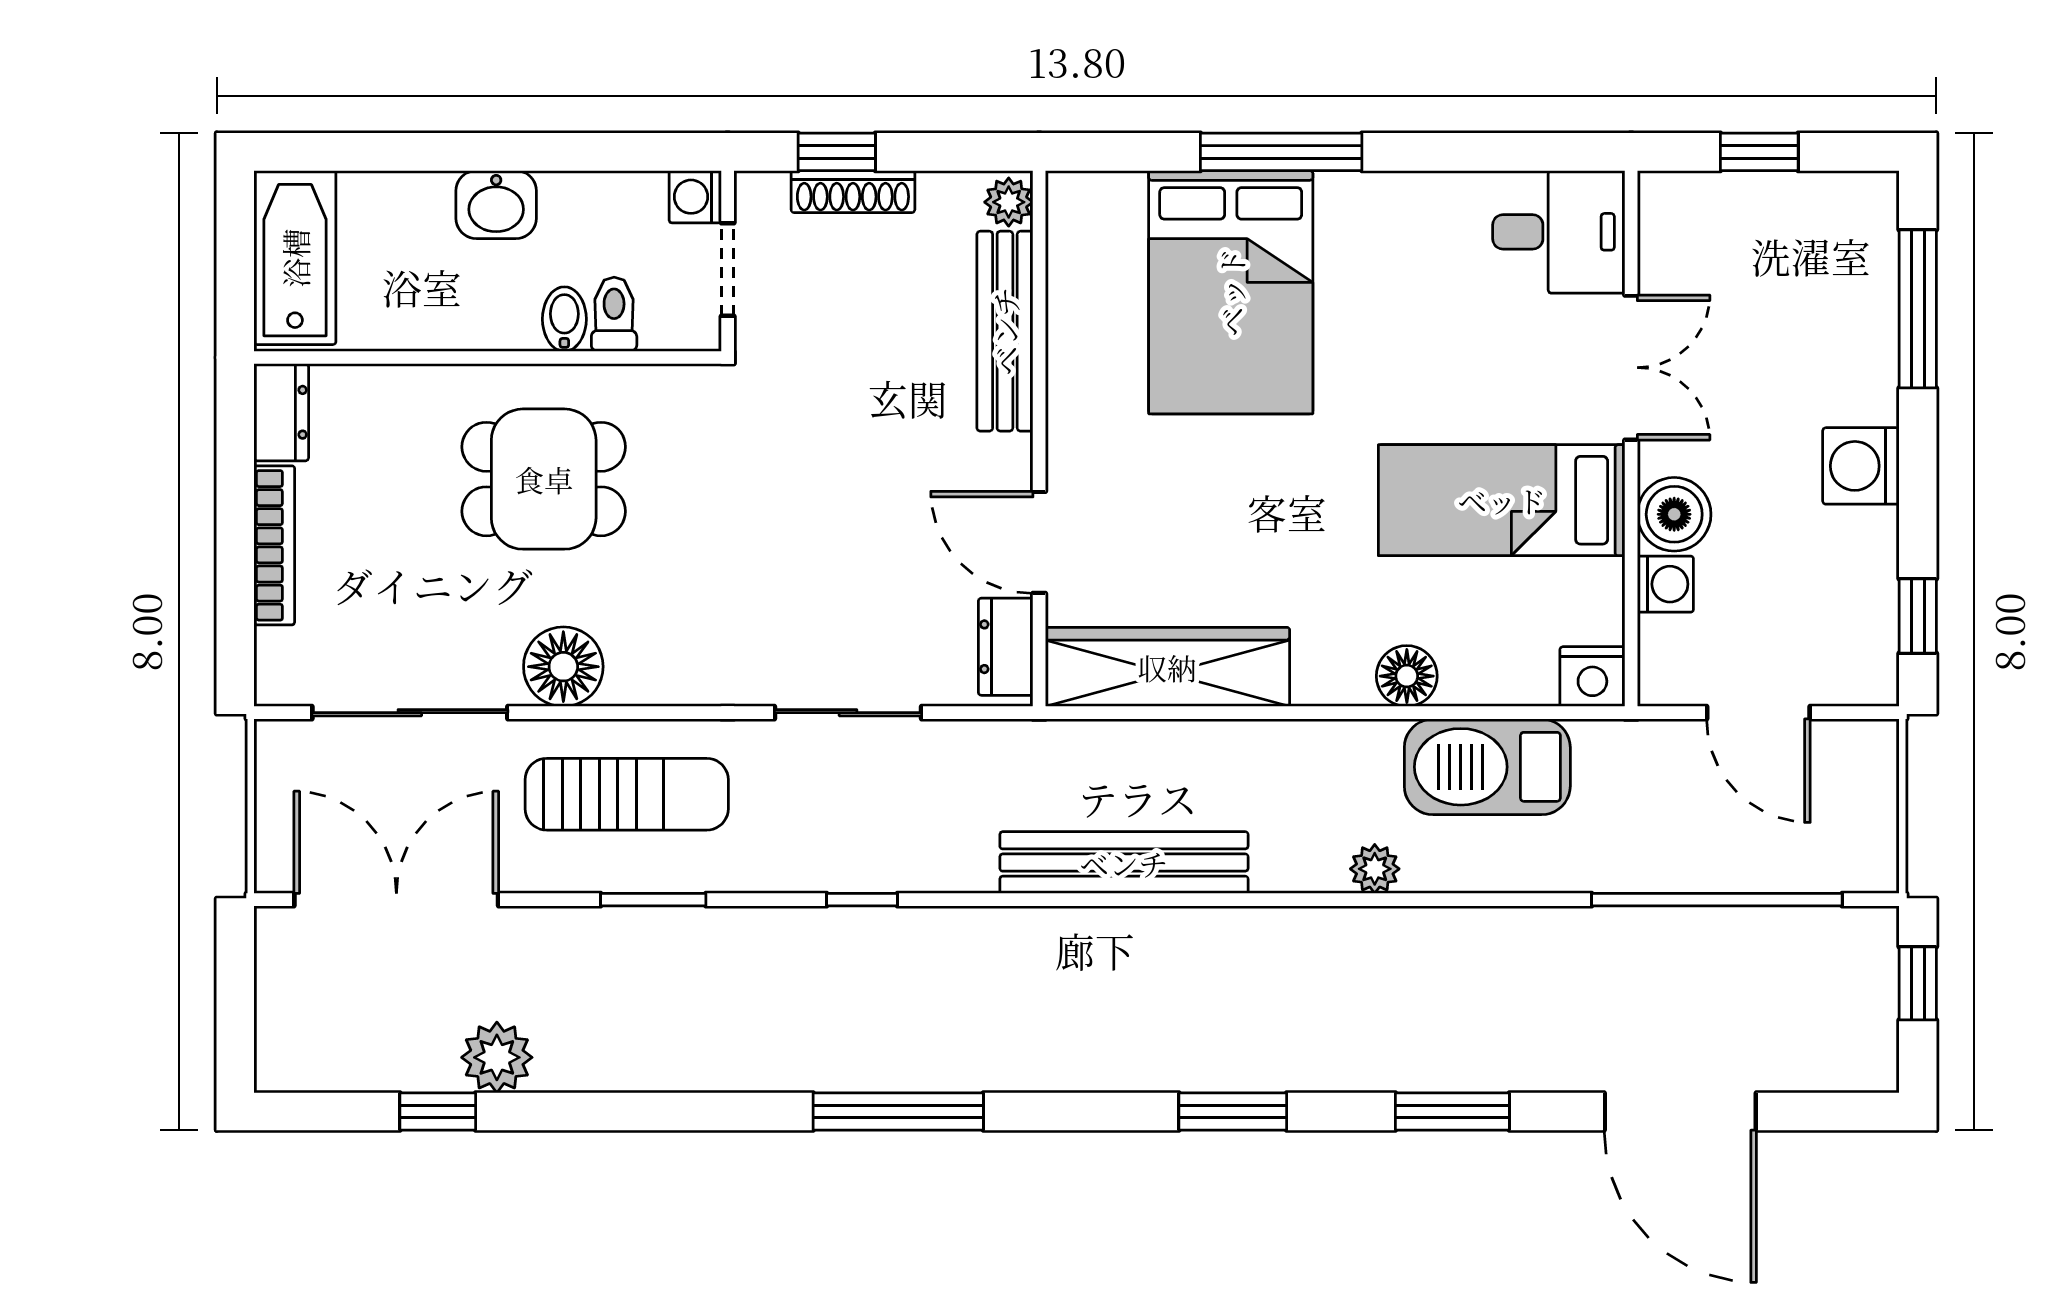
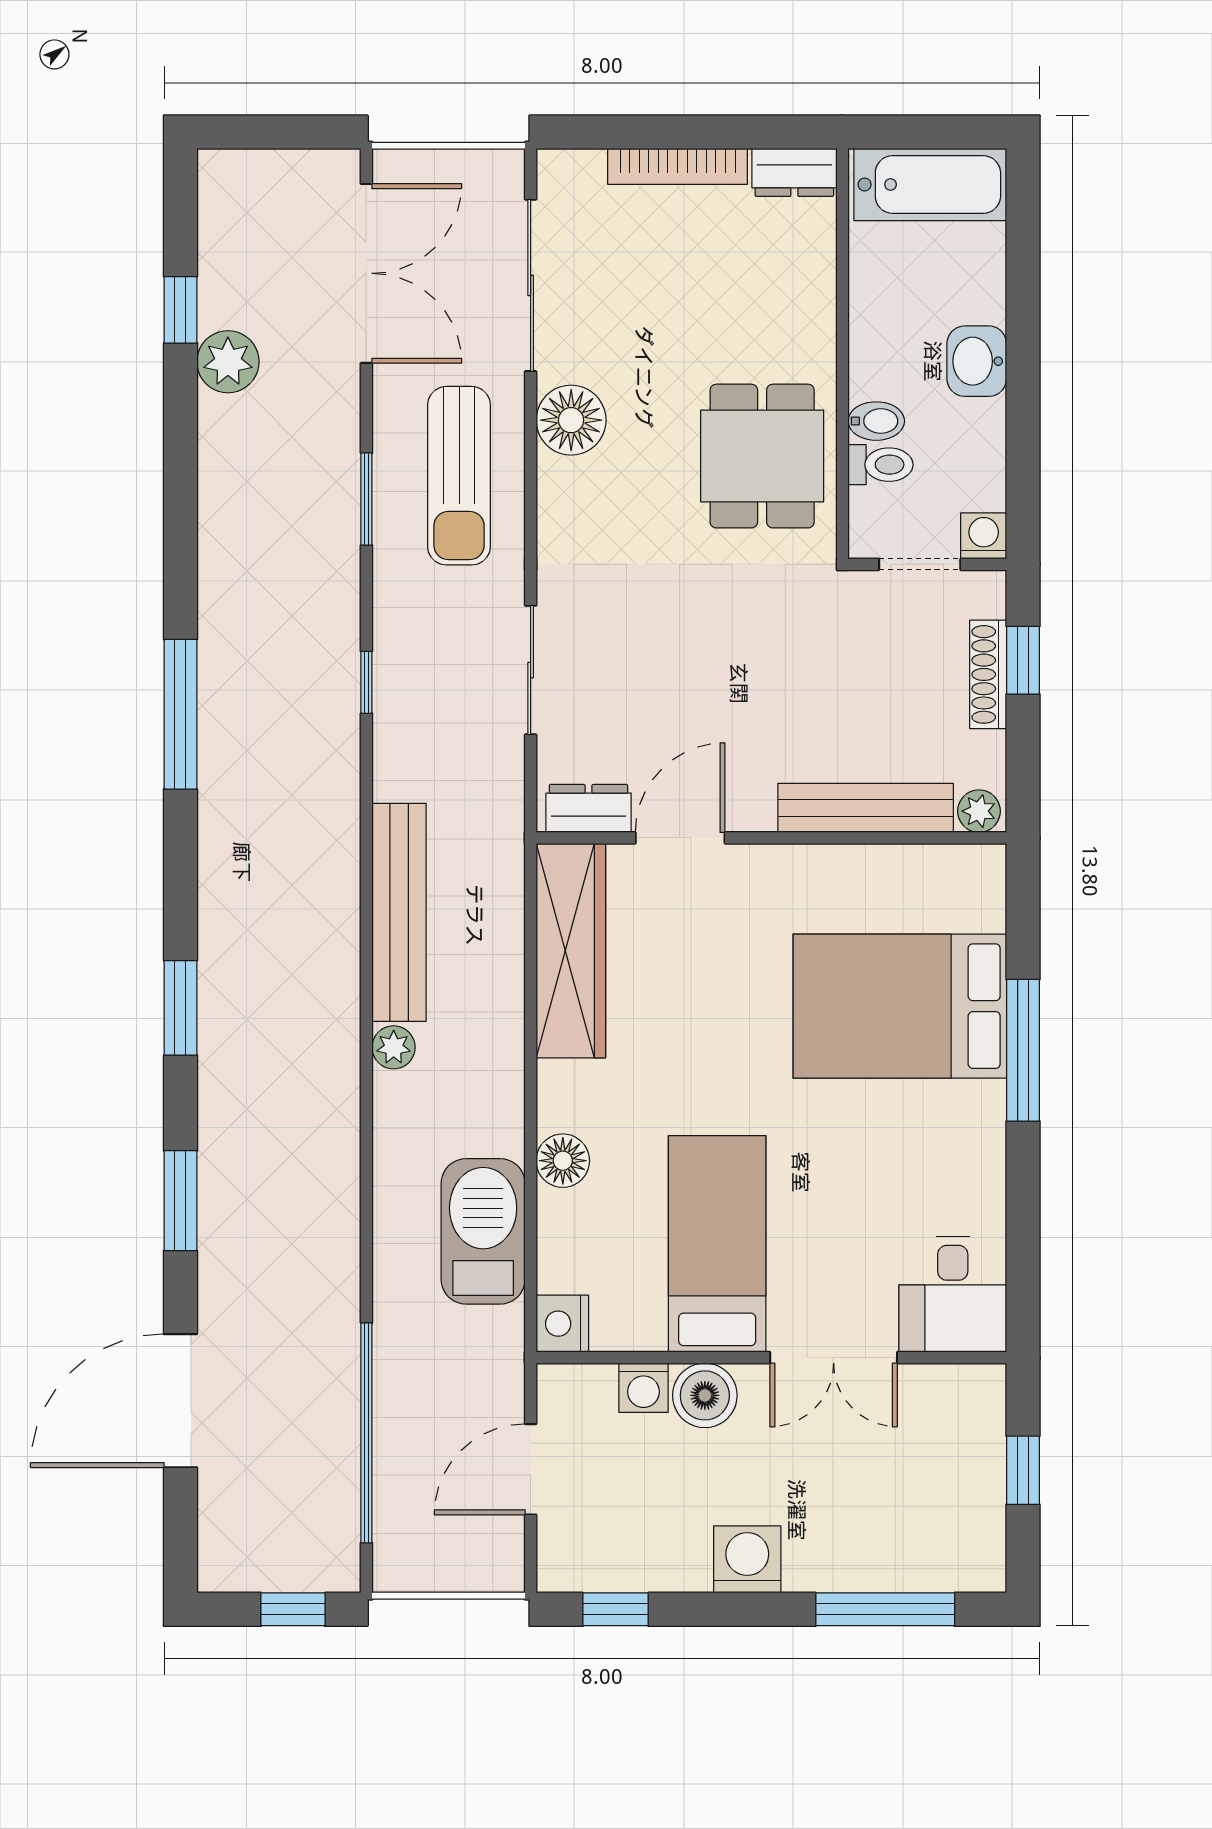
dining table: (544, 479) -> (762, 456), moved
plant: (1375, 869) -> (394, 1047), moved

